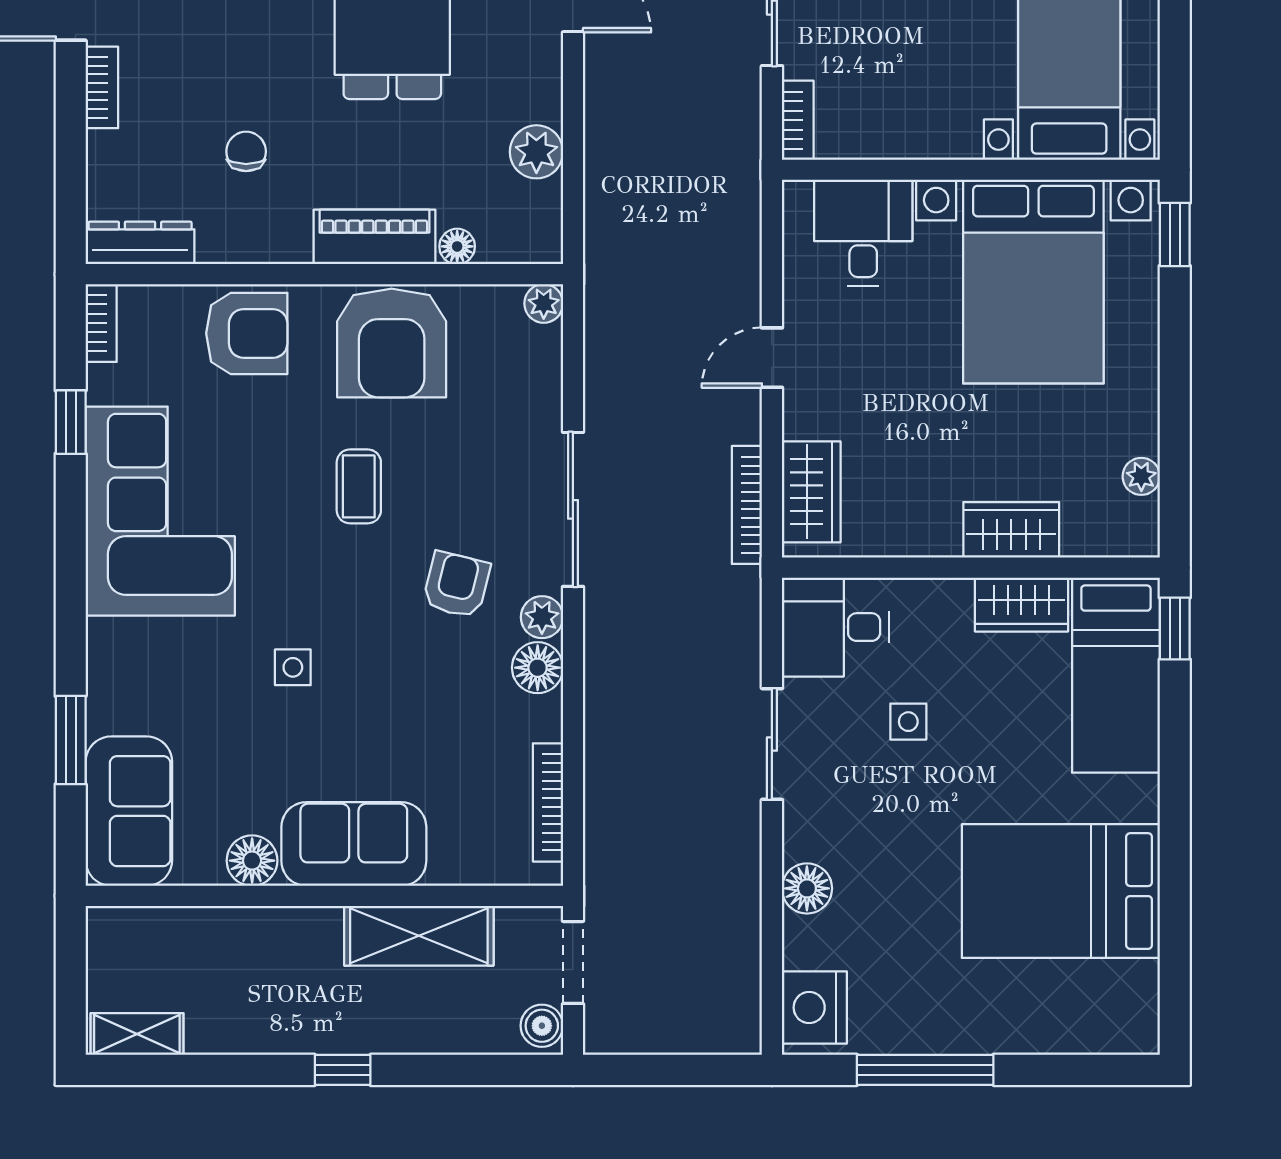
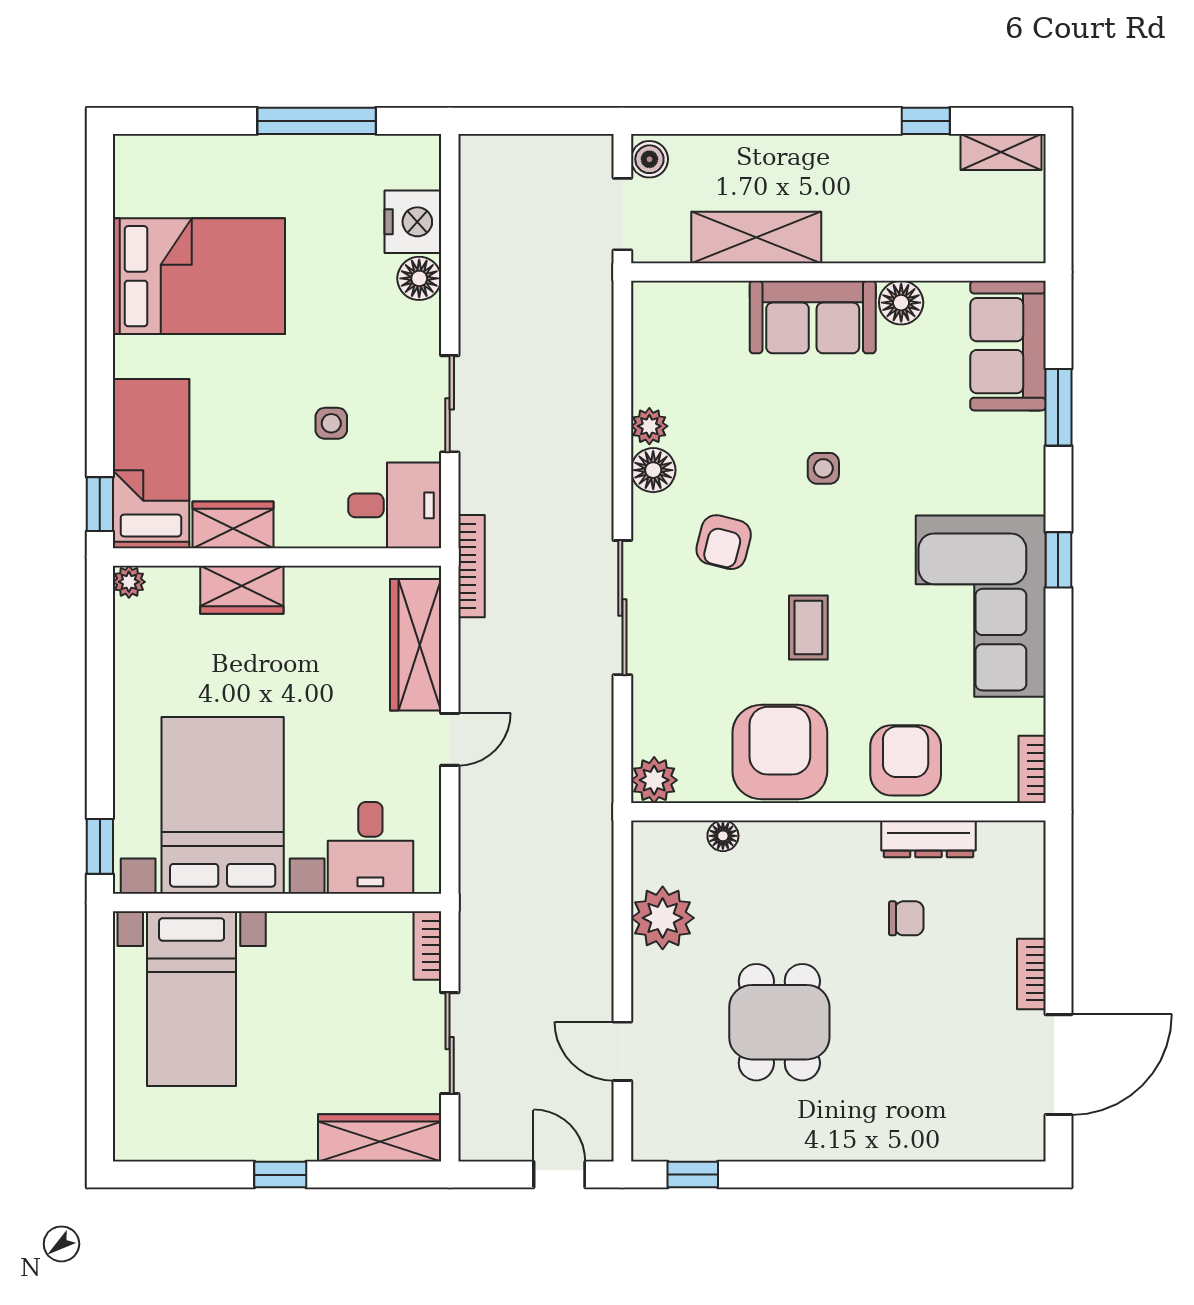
chair: (246, 151) -> (906, 918), turned -90
plant: (536, 152) -> (663, 918), width x1.36, depth x1.36
piano: (374, 237) -> (795, 844), removed
dresser: (140, 243) -> (928, 839), moved
plant: (544, 303) -> (654, 780), width x1.38, depth x1.38
armchair: (247, 333) -> (906, 760), turned 90
window: (71, 422) -> (1058, 560), moved
plant: (1141, 476) -> (129, 582), moved
wardrobe: (811, 492) -> (416, 645), width x1.50
bookcase: (747, 505) -> (471, 566), moved
plant: (542, 617) -> (649, 426), moved
side table: (293, 667) -> (823, 468), moved
bookcase: (548, 802) -> (644, 353), removed
nightstand: (814, 1008) -> (413, 222), moved
window: (343, 1070) -> (926, 121), moved

